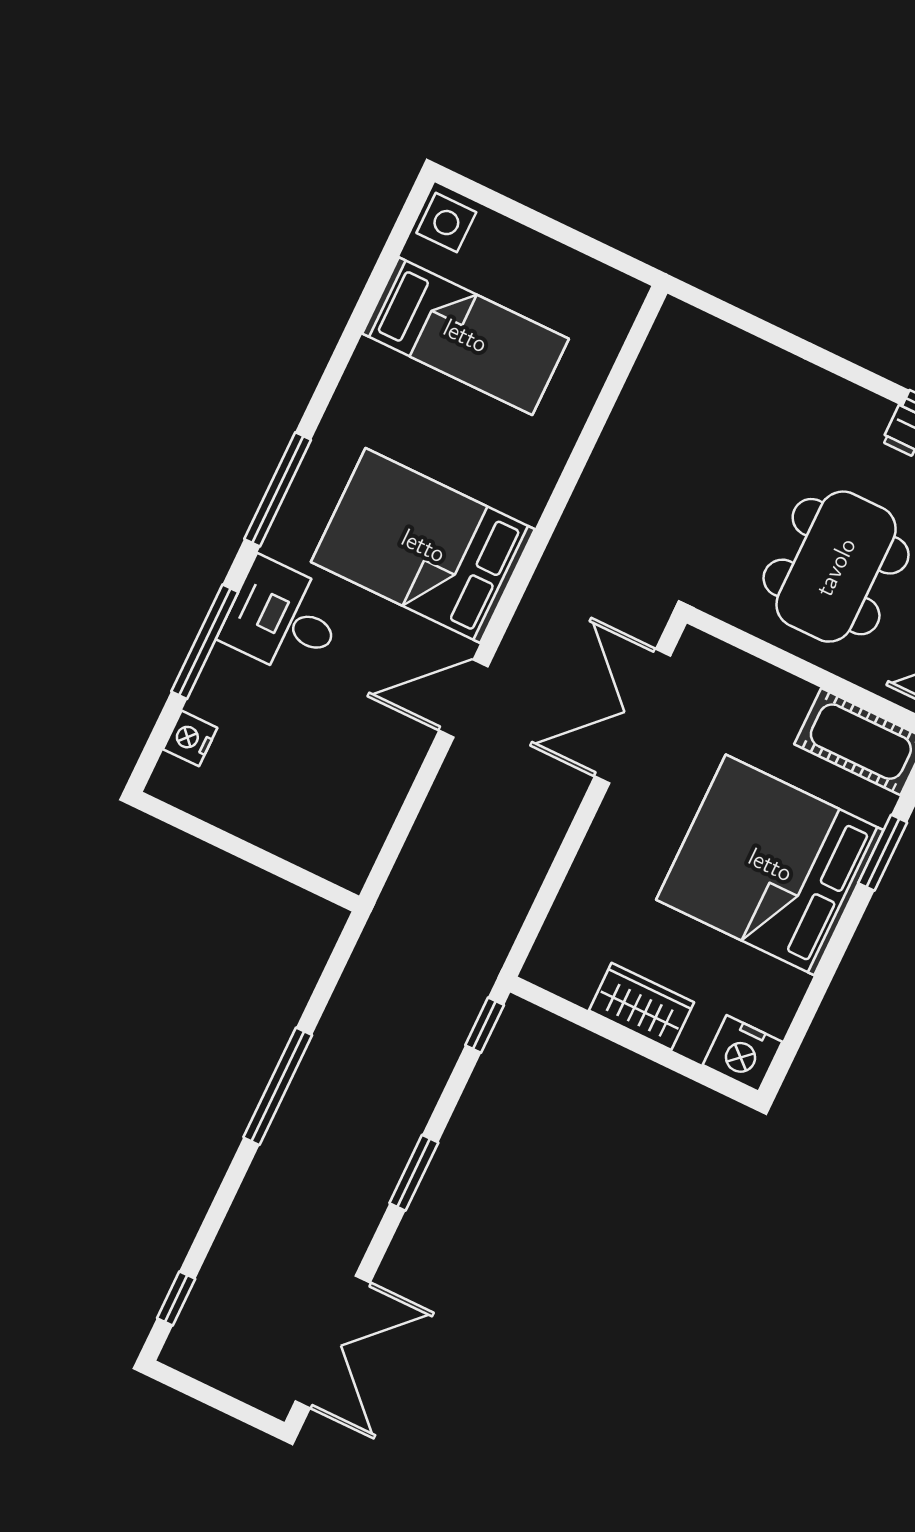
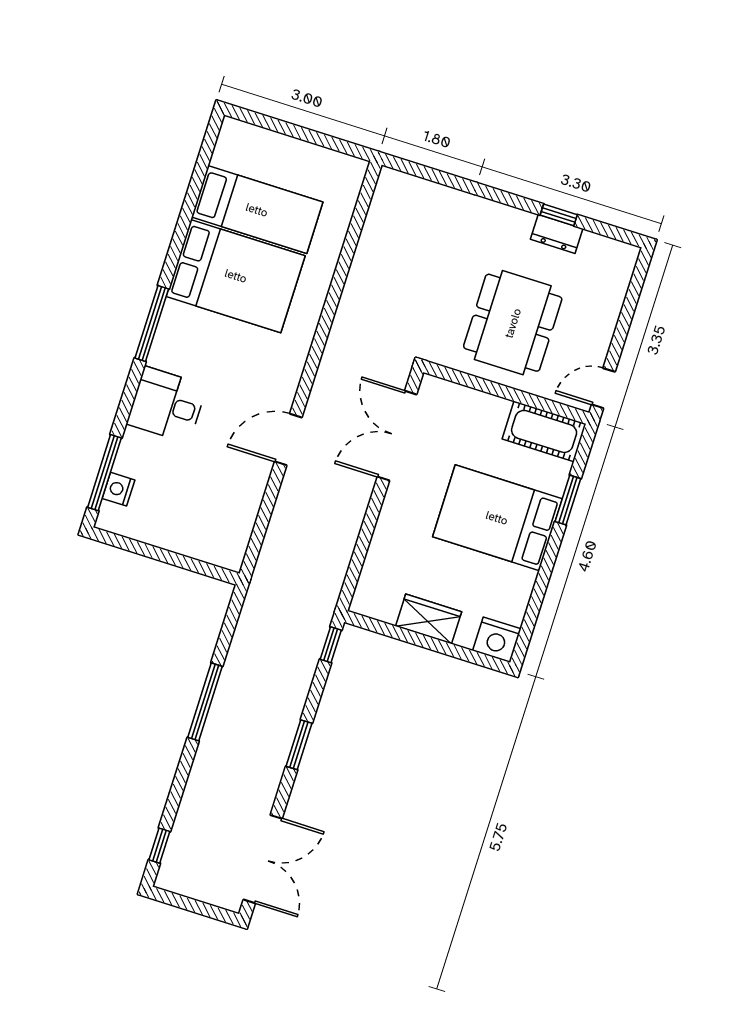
side table: (446, 223) -> (235, 139), removed
bed: (423, 546) -> (236, 276), moved, turned 180
window: (205, 642) -> (104, 473), moved
bed: (770, 865) -> (497, 518), width x0.73

